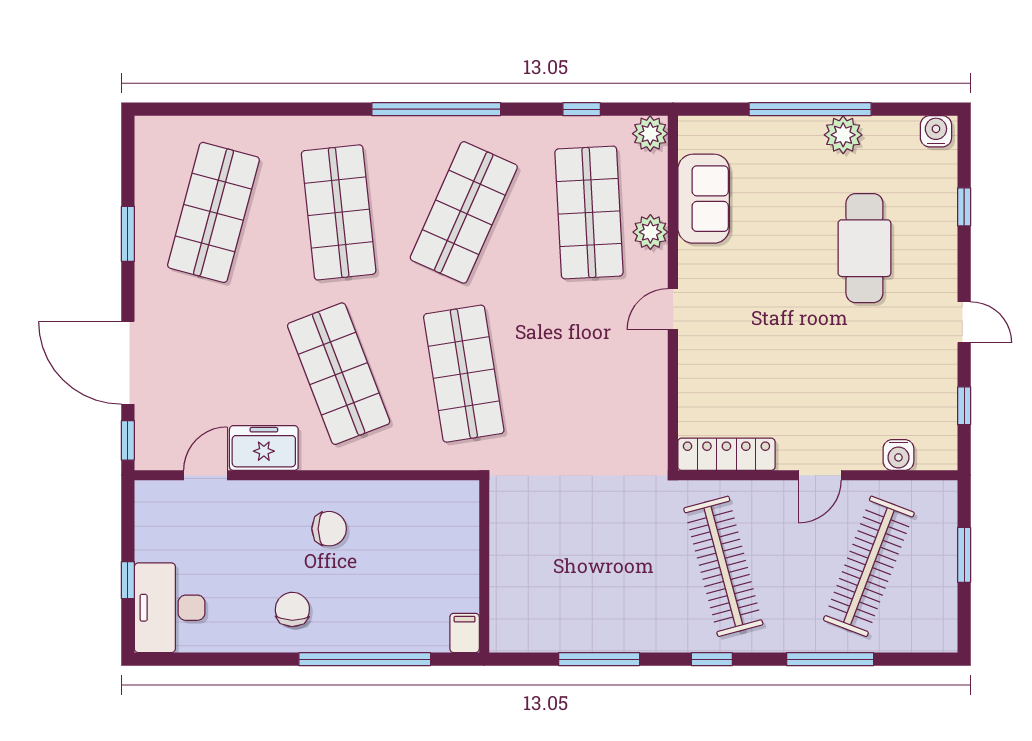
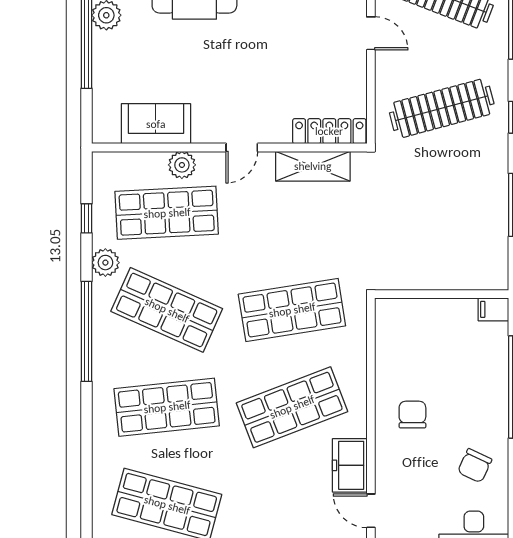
plant: (650, 134) -> (105, 263), moved
door: (673, 309) -> (242, 148), hinge flipped
shelving: (649, 401) -> (313, 166), added
locker: (726, 454) -> (329, 131), moved, turned 90
chair: (292, 609) -> (475, 466), moved, turned -66

